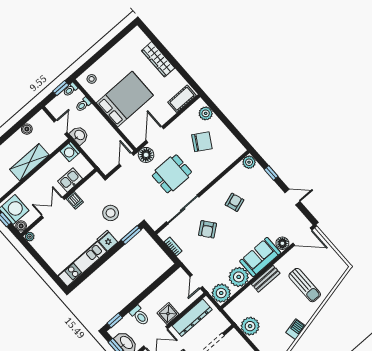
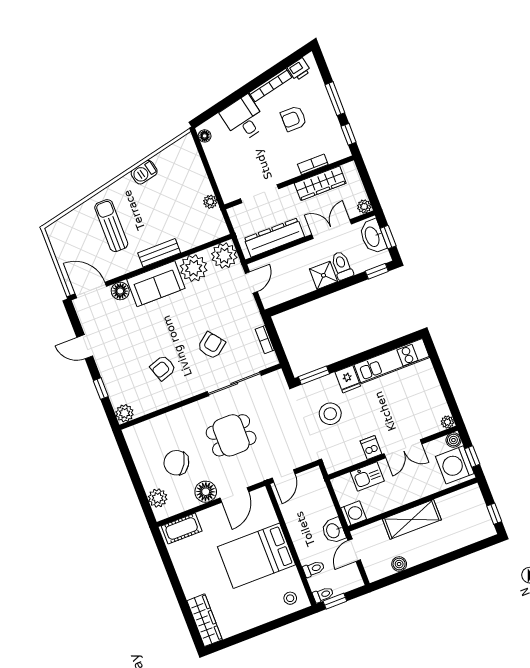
wardrobe: (158, 59) -> (205, 620), moved
floor lamp: (146, 155) -> (206, 492), moved
shower: (168, 314) -> (324, 275), moved
plant: (250, 326) -> (210, 202), width x0.53, depth x0.53

